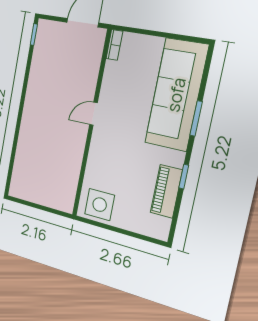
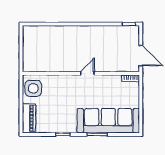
door: (93, 114) -> (87, 73), hinge flipped
piano: (166, 191) -> (29, 118), moved, turned 90

